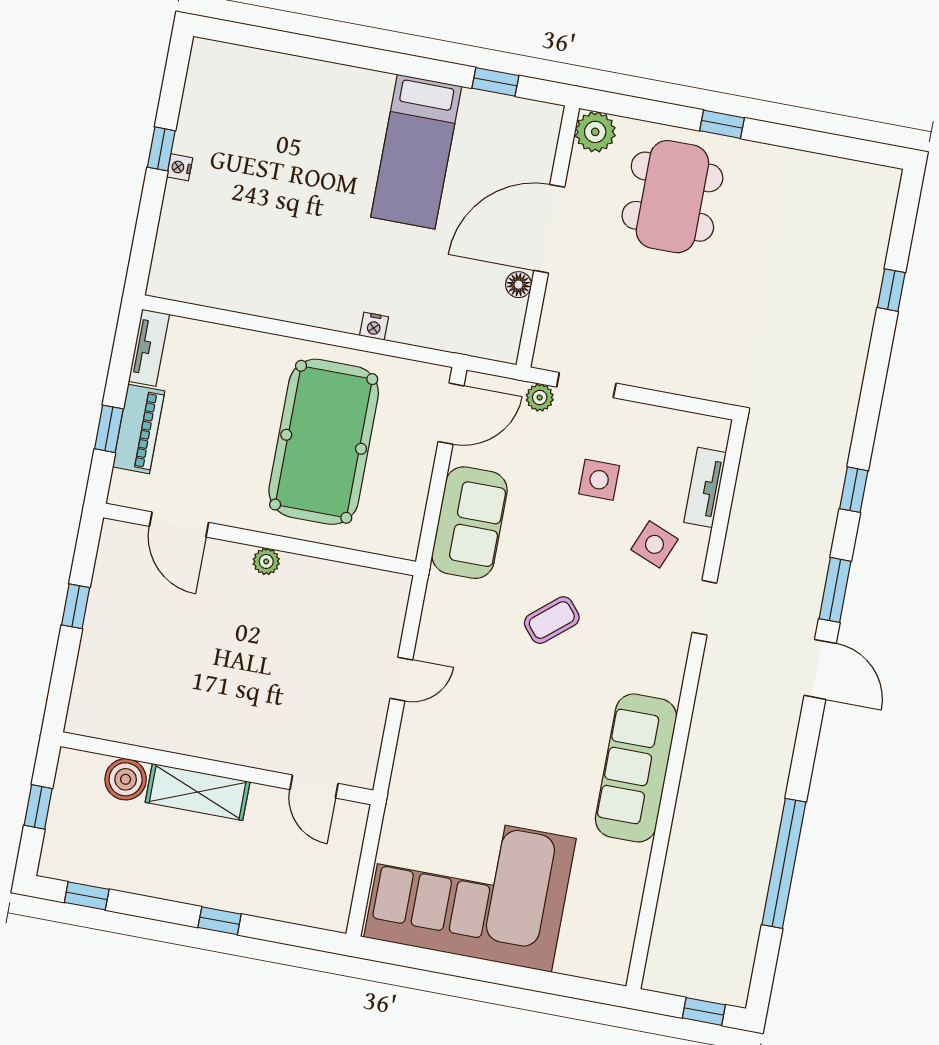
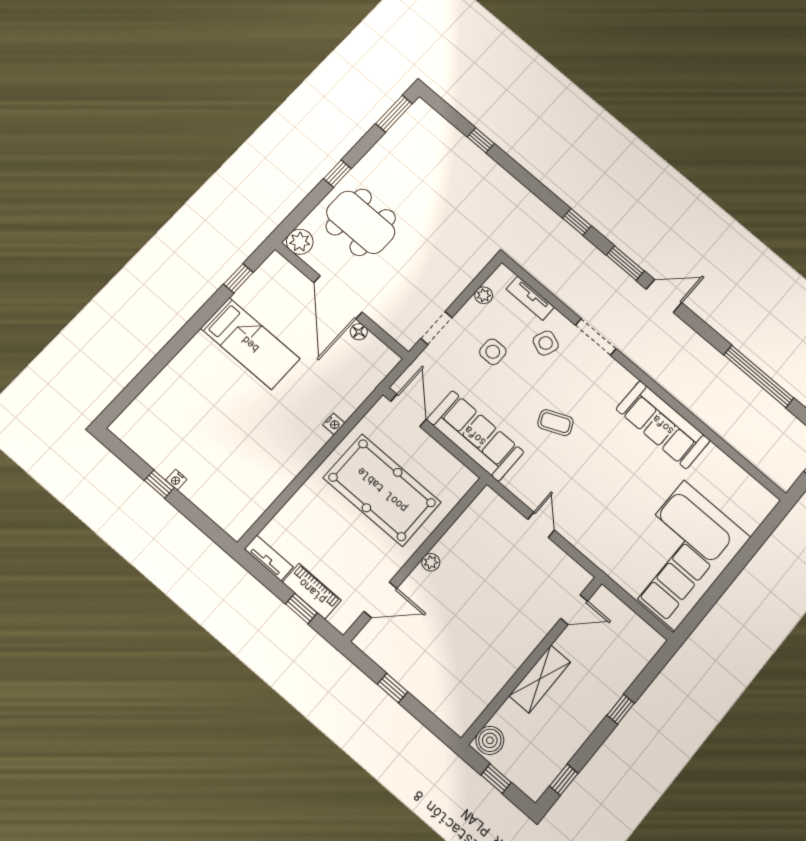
window: (856, 149) -> (394, 114), added
plant: (540, 398) -> (484, 295), moved
sofa: (470, 523) -> (475, 436), width x1.36
doorway: (704, 608) -> (596, 337), width x1.38
coffee table: (552, 620) -> (555, 423), turned -74
boiler: (126, 779) -> (490, 740), moved

